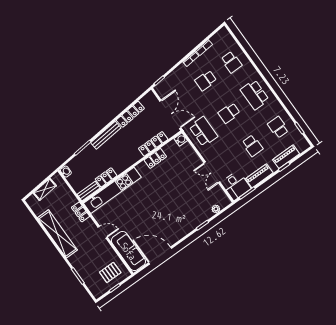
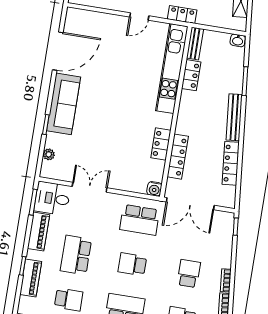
school desk: (229, 113) -> (132, 264), turned -90
school desk: (252, 146) -> (76, 255), width x1.85
sofa: (128, 251) -> (64, 104), moved, turned -90

